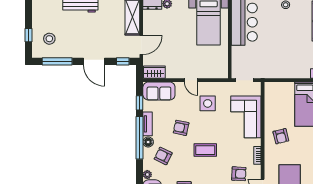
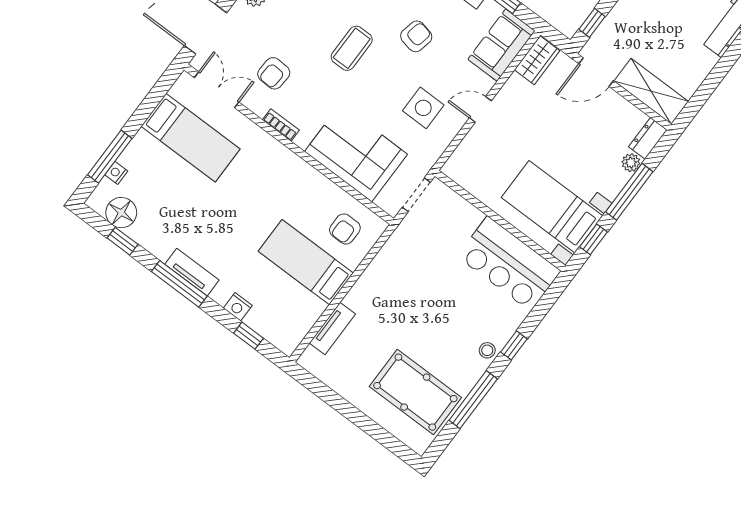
door: (141, 45) -> (596, 72), hinge flipped
armchair: (281, 136) -> (345, 229), moved, turned -76

